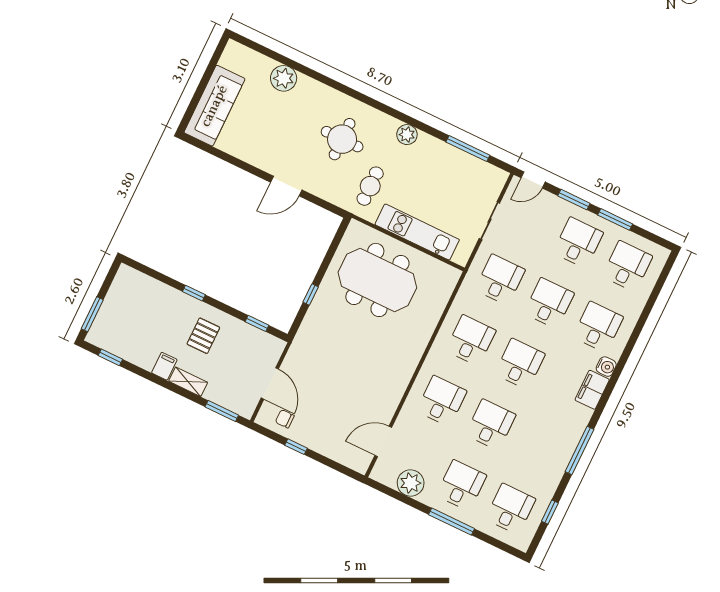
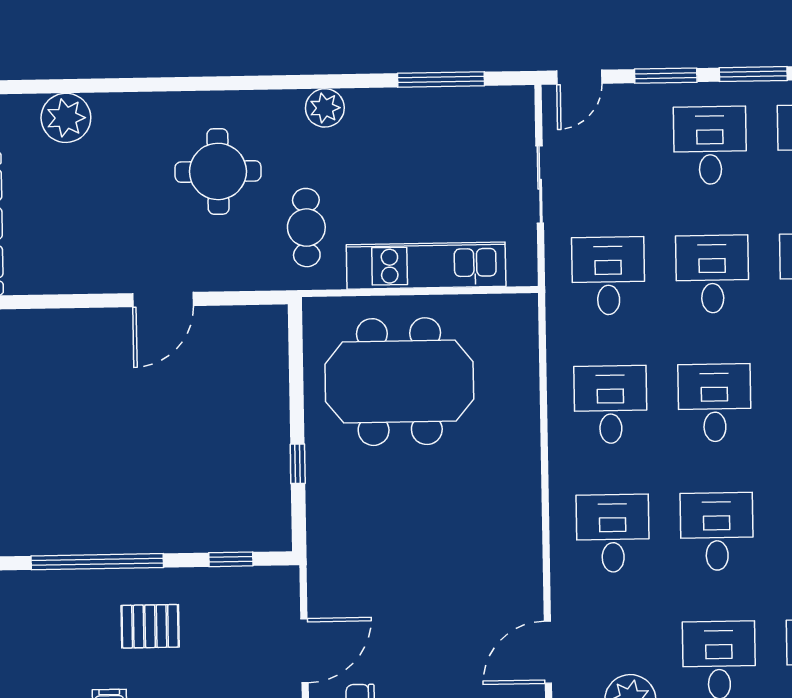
window: (194, 293) -> (97, 562), width x3.17
pallet: (203, 336) -> (150, 626), turned 90
door: (270, 383) -> (304, 651), hinge flipped

